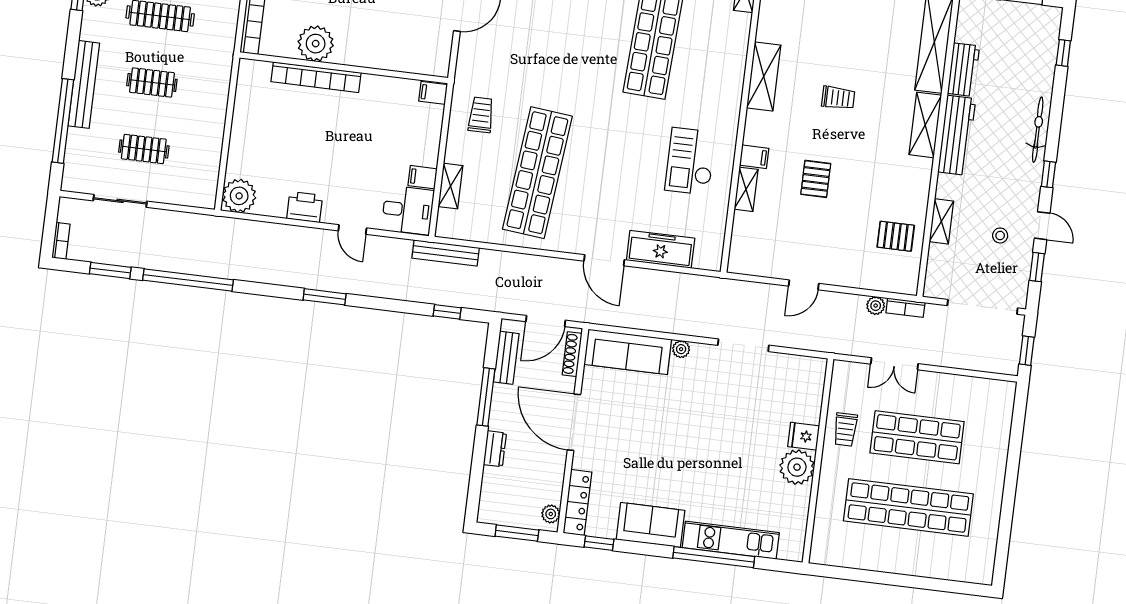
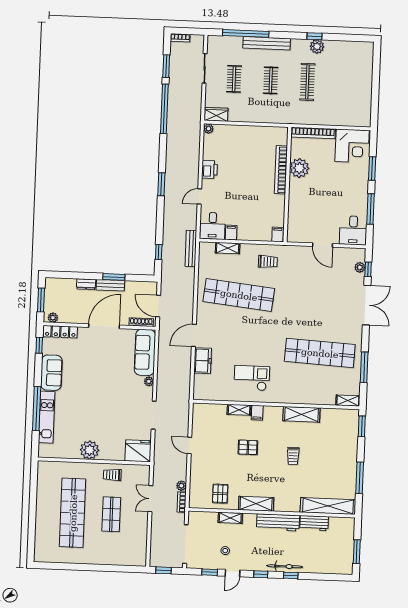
window: (1063, 53) -> (291, 575), moved
shelving: (925, 125) -> (256, 504), moved
wardrobe: (206, 187) -> (216, 114), added
plant: (239, 196) -> (209, 129), width x0.53, depth x0.53
freezer: (661, 249) -> (203, 361), width x0.71
bench: (506, 358) -> (110, 285), moved
window: (486, 397) -> (114, 277), width x0.69
fridge: (804, 436) -> (138, 451), moved, width x1.88, depth x1.34
shop shelf: (917, 437) -> (111, 514), width x0.70, depth x0.74

